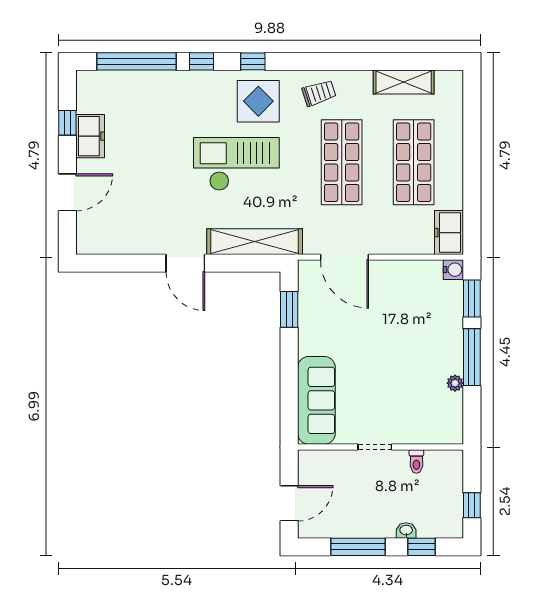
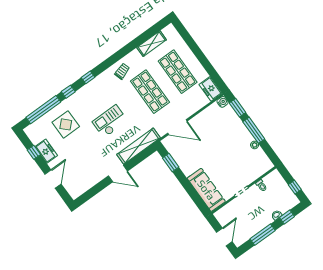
display table: (258, 101) -> (66, 124), moved
checkout: (236, 164) -> (110, 121), width x0.73, depth x0.83

